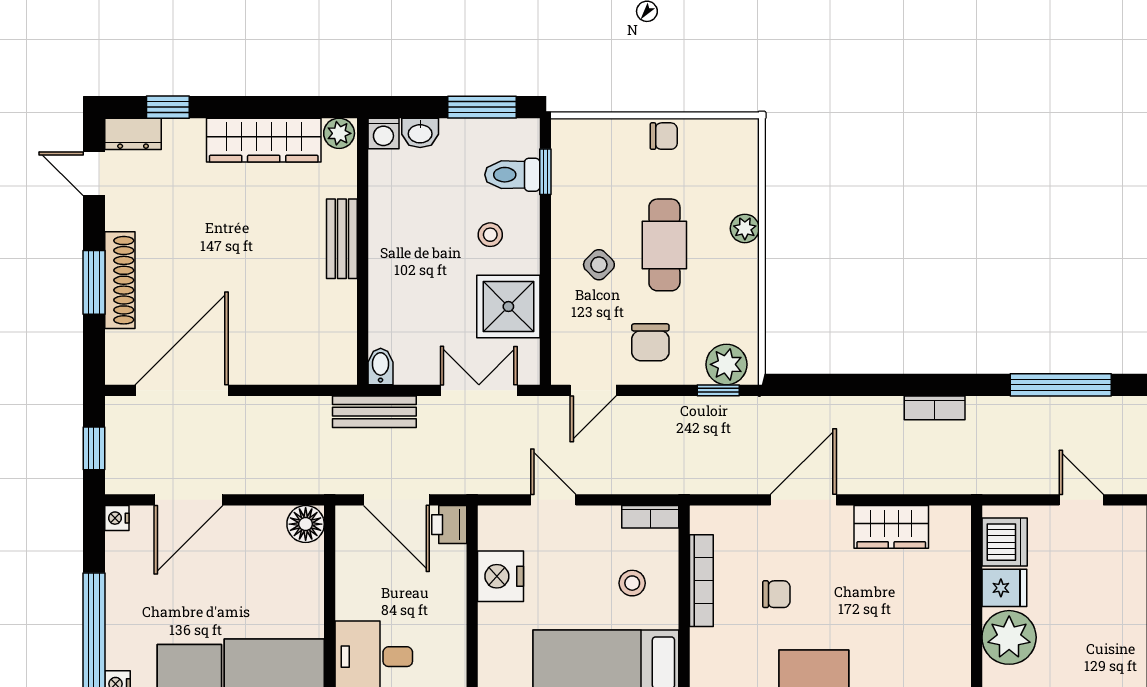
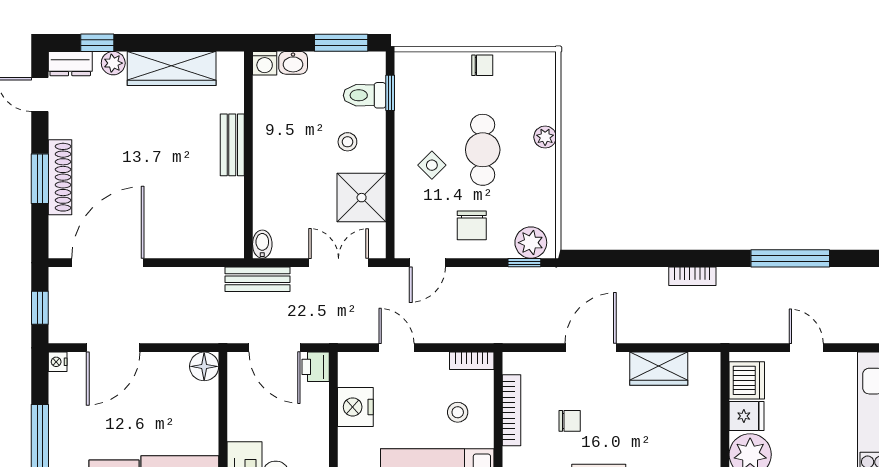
plant: (339, 133) -> (113, 63), moved

